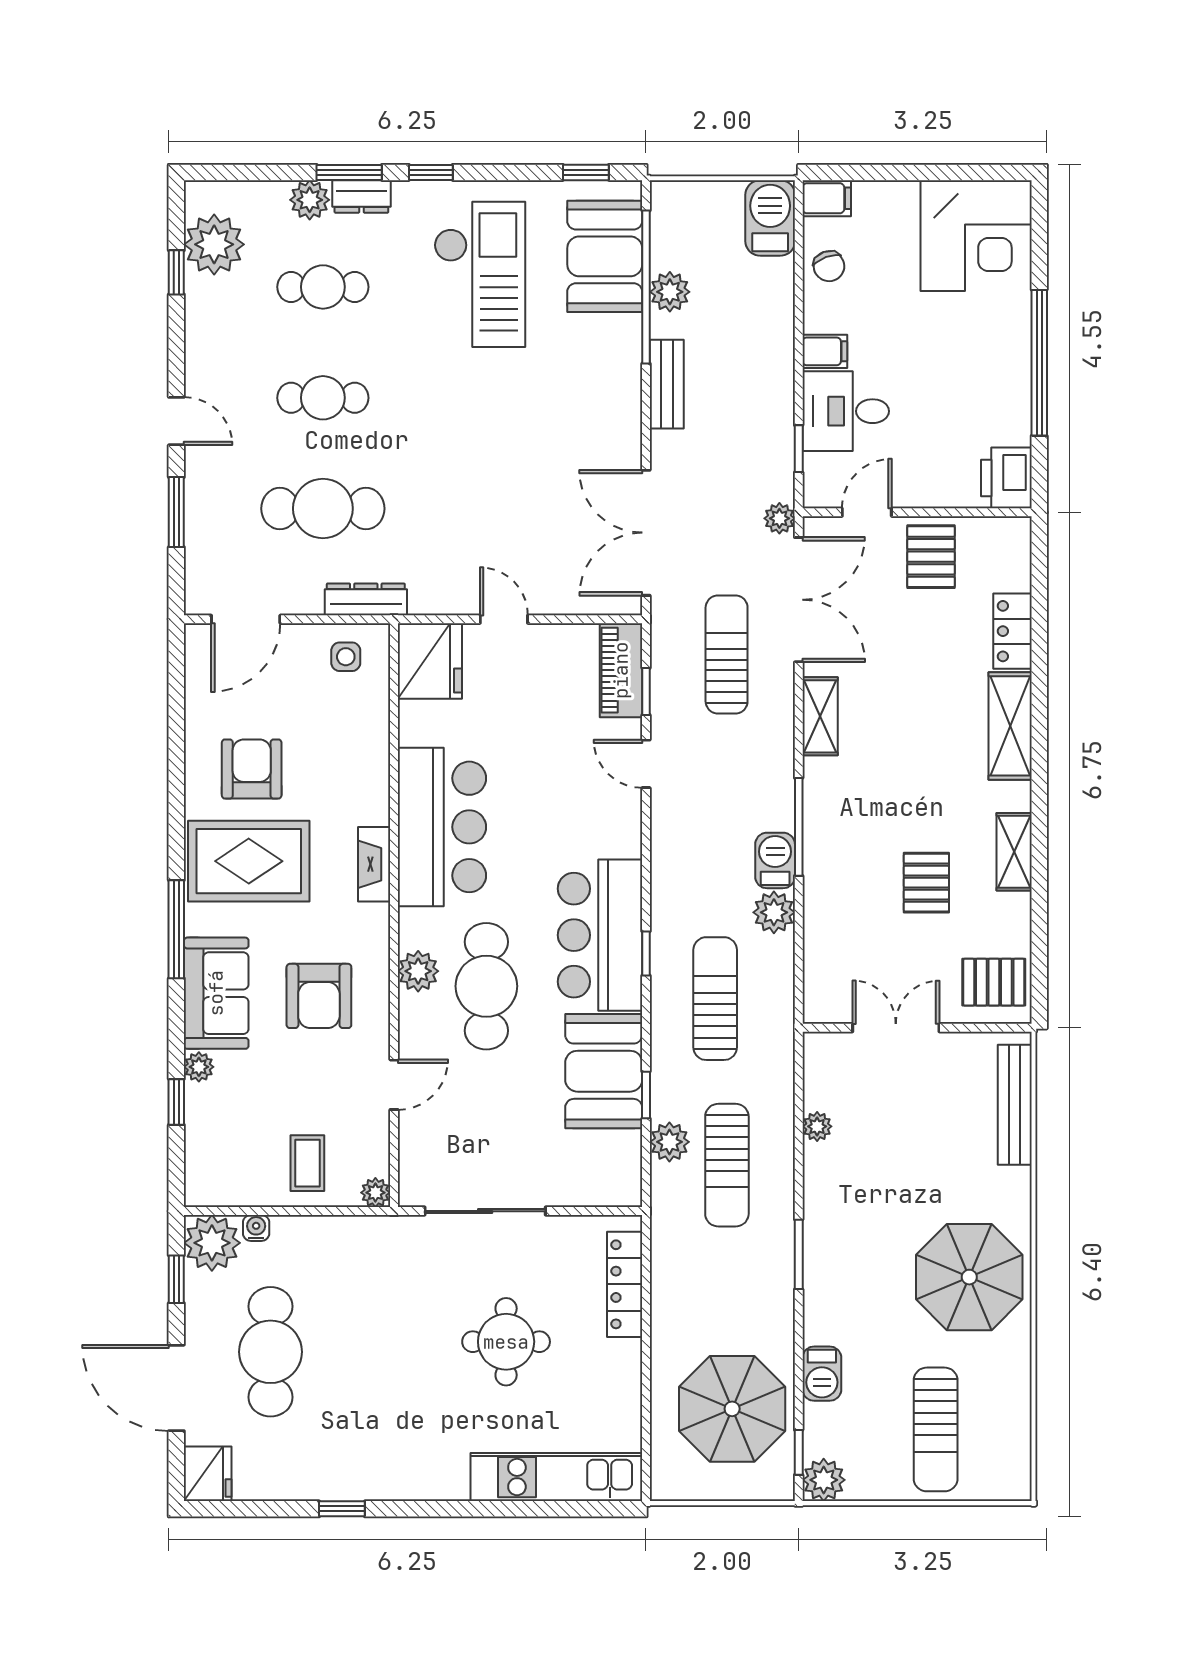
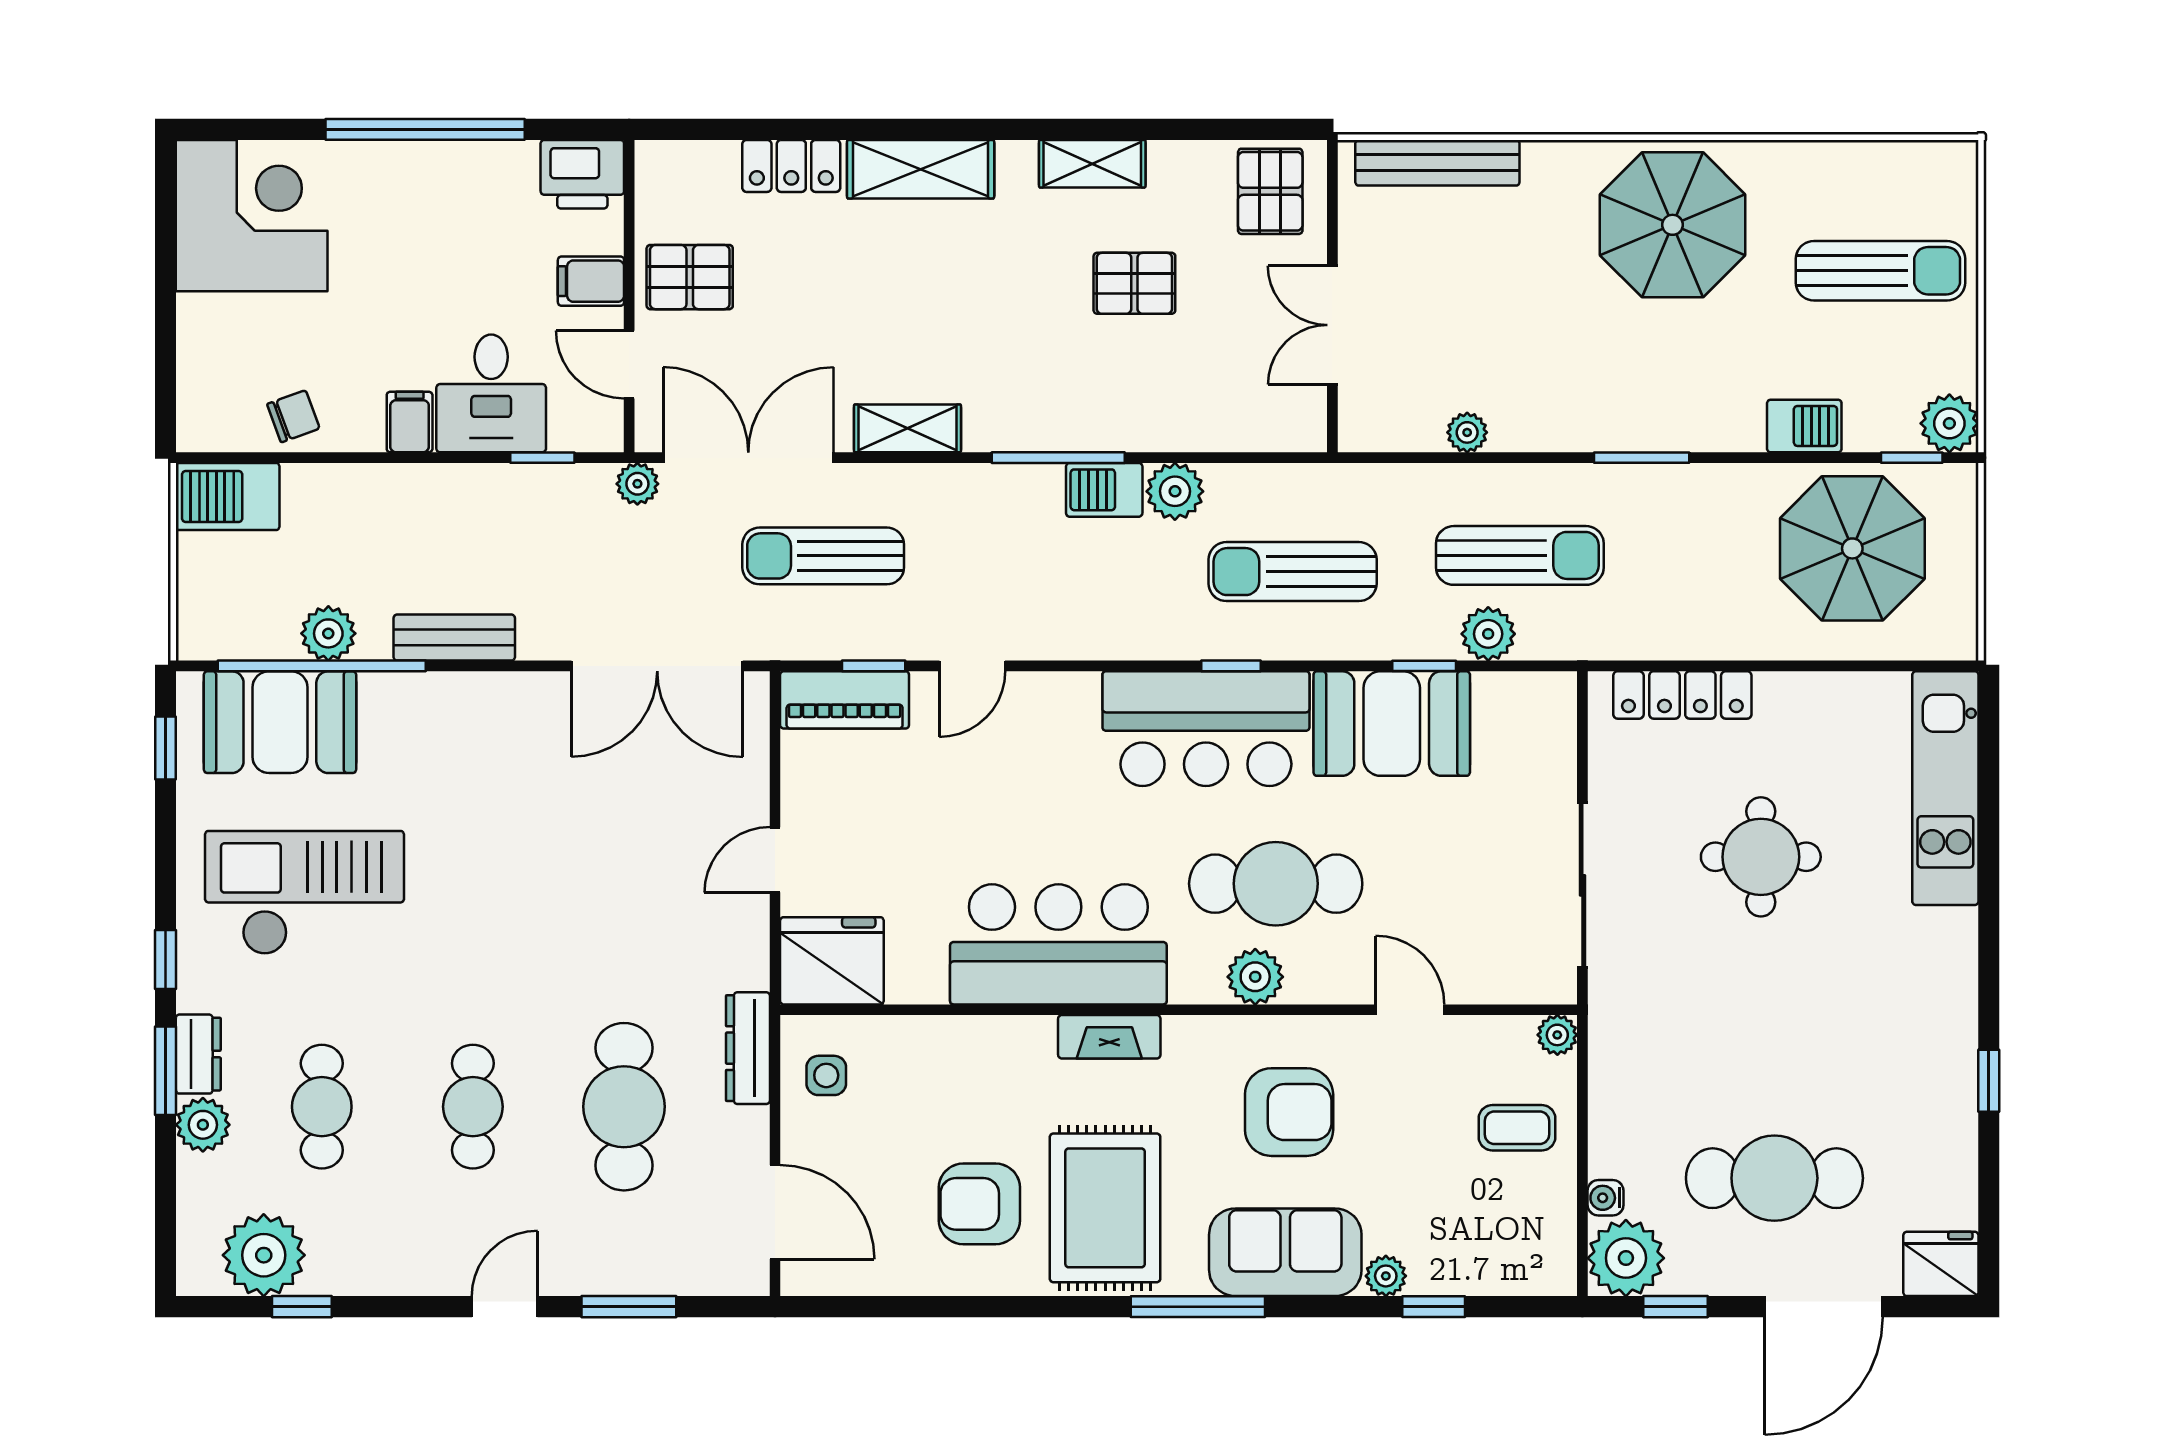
filing cabinet: (827, 198) -> (591, 281), moved, turned -90

